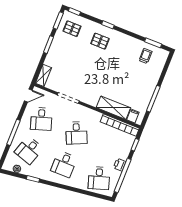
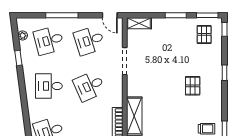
pallet: (100, 41) -> (193, 86), moved
desk: (29, 150) -> (49, 40), turned -33

